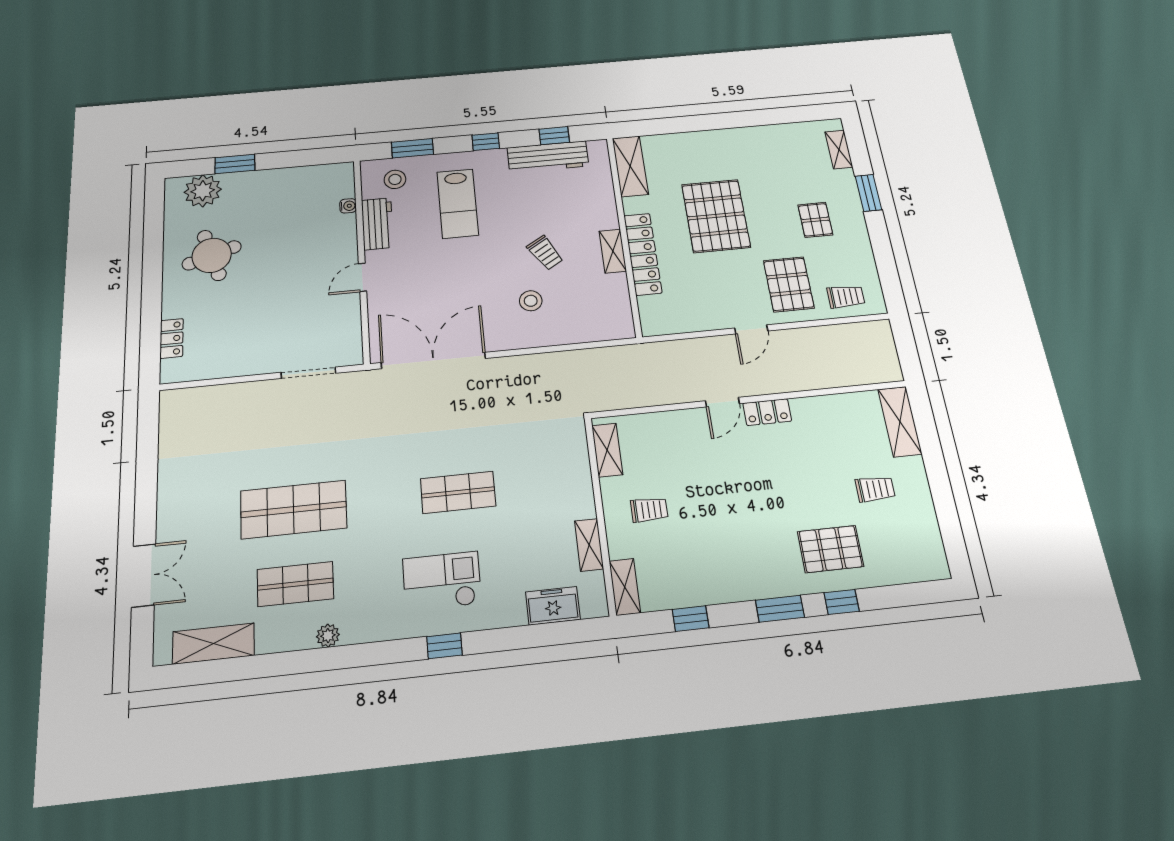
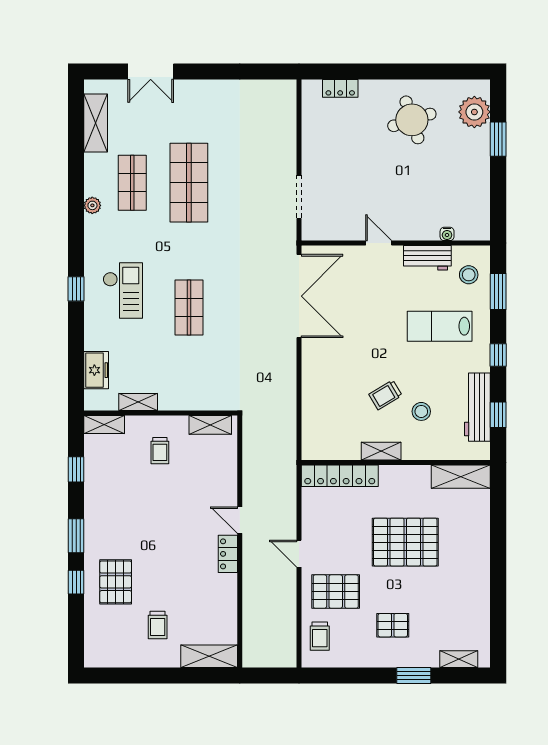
locker: (643, 254) -> (340, 476), moved
stool: (531, 301) -> (421, 411), moved

